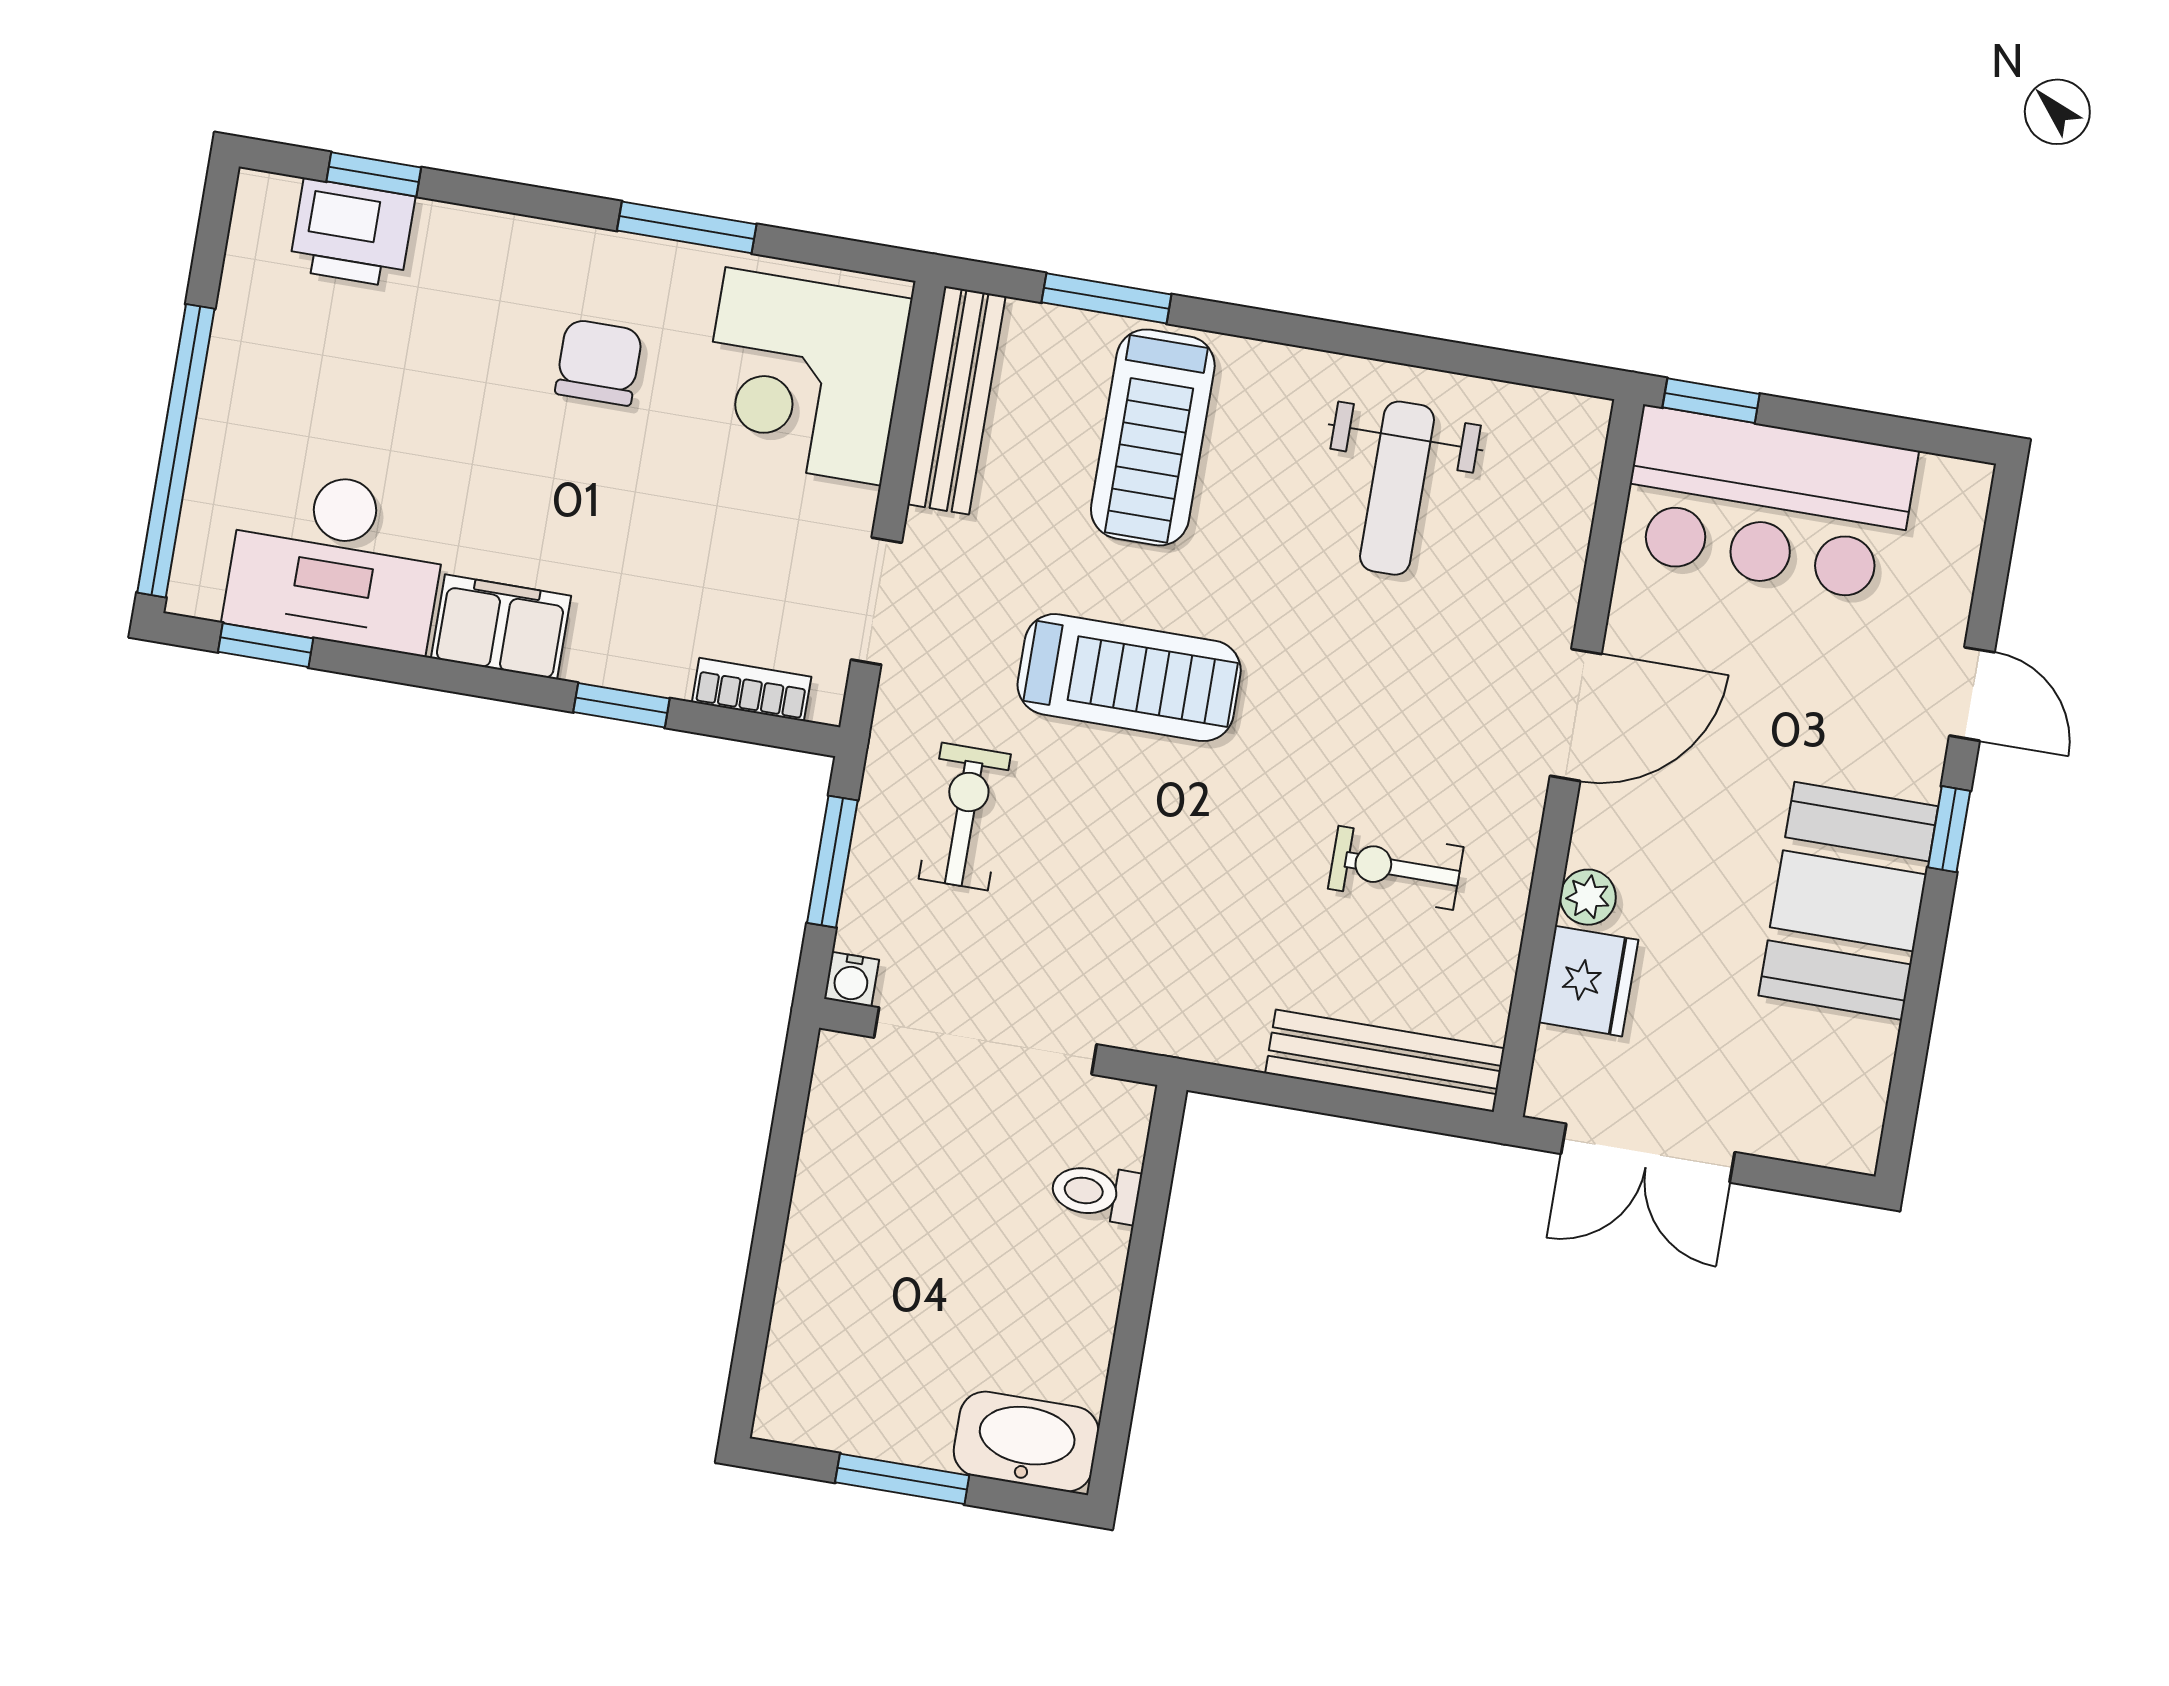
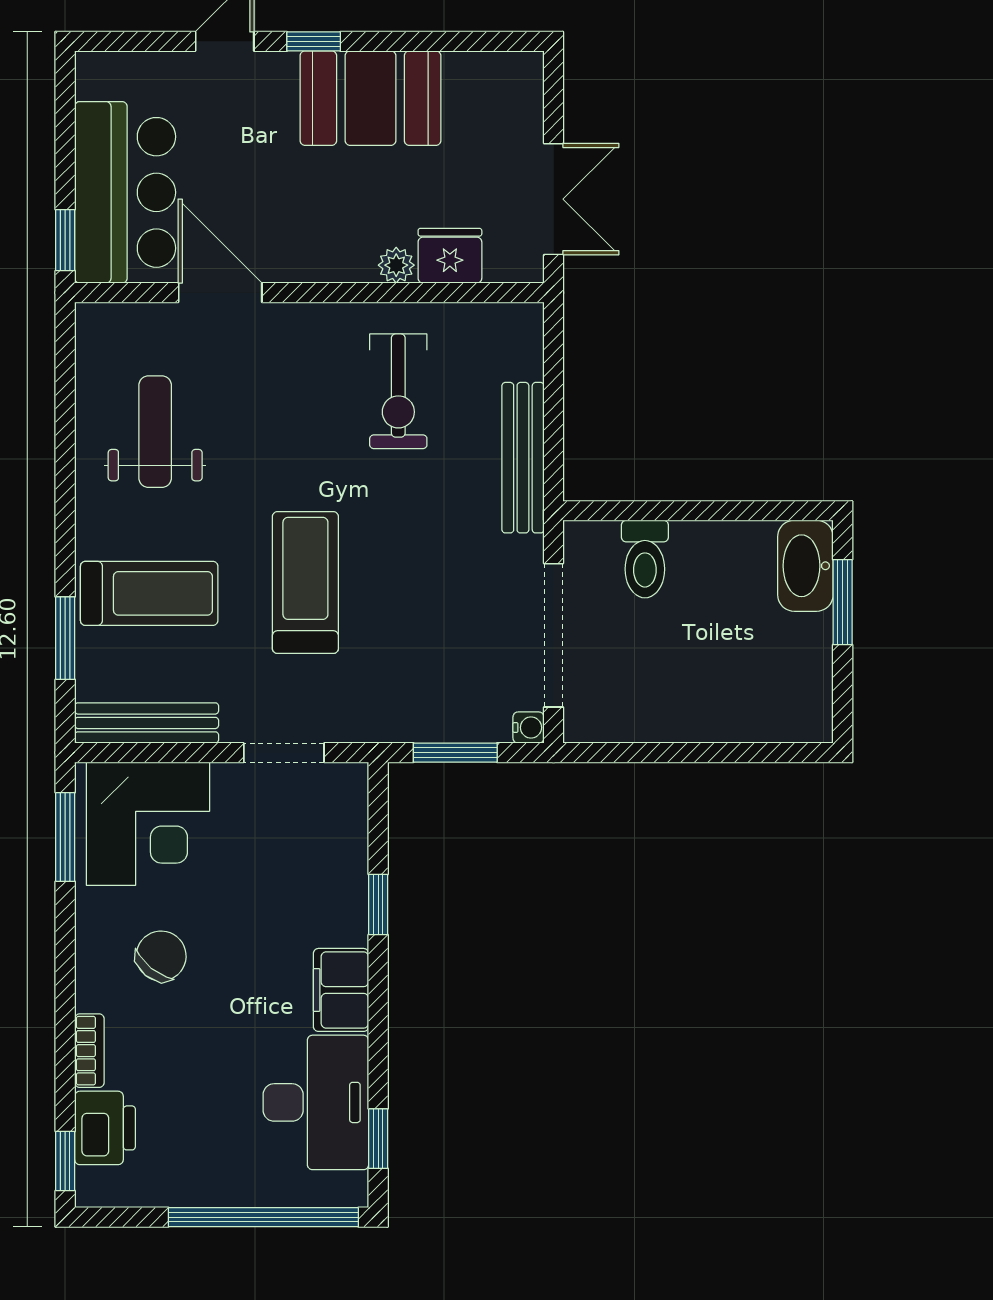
window: (374, 174) -> (65, 1161), moved
window: (687, 227) -> (65, 837), moved
chair: (599, 362) -> (161, 956), turned 129
weight bench: (1397, 488) -> (155, 432), turned -90
bookcase: (752, 689) -> (89, 1051), moved, turned 180
door: (1576, 715) -> (220, 293), moved
exercise bike: (965, 817) -> (412, 673), removed
exercise bike: (1396, 868) -> (398, 391), width x1.38, depth x1.39
bench: (1385, 1061) -> (523, 458), moved
toilet: (1096, 1192) -> (645, 559), width x1.37, depth x1.39
window: (902, 1479) -> (843, 602), moved

